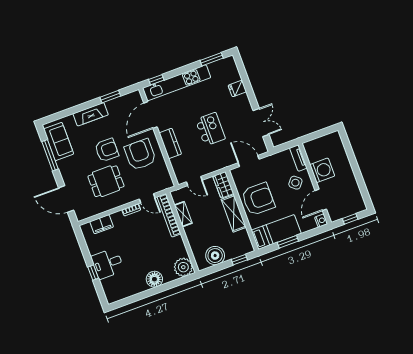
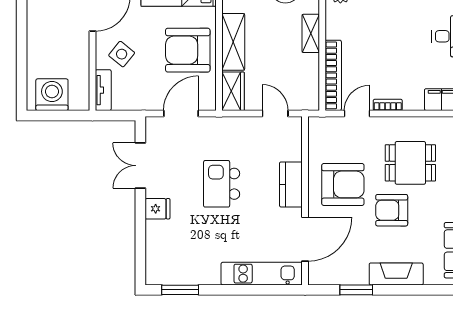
window: (156, 80) -> (276, 290), removed
kitchen unit: (177, 83) -> (262, 274), width x0.73
fridge: (237, 89) -> (157, 209), moved
armchair: (140, 154) -> (343, 184), turned -90
door: (249, 161) -> (181, 114), swing flipped
washing machine: (322, 170) -> (52, 95), moved, turned 90
door: (147, 198) -> (357, 114), hinge flipped
shelving: (183, 214) -> (311, 33), moved

